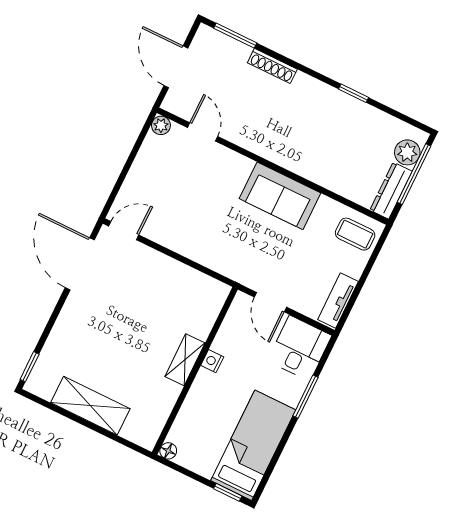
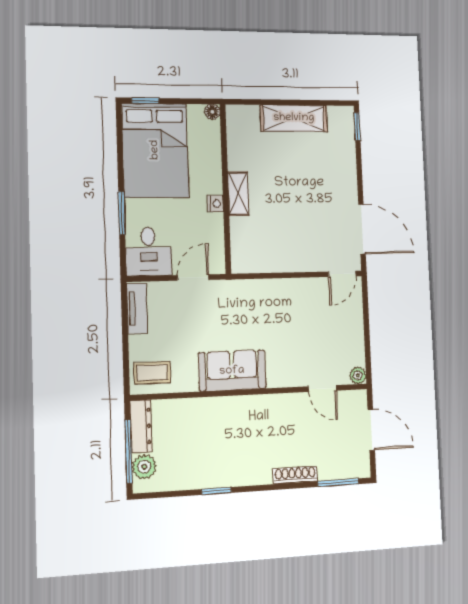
door: (270, 302) -> (193, 278), hinge flipped
bed: (253, 445) -> (155, 150), width x1.50

